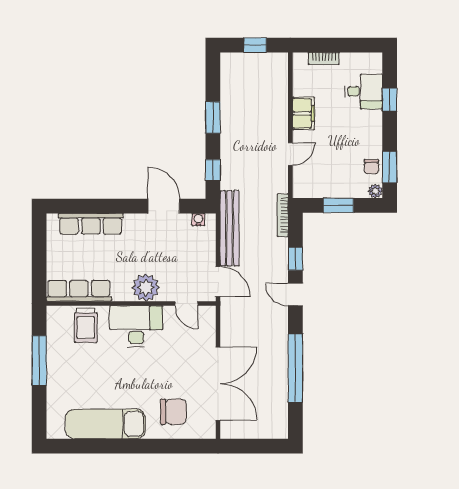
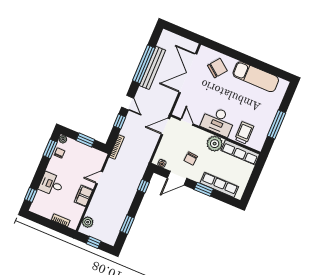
plant: (279, 74) -> (88, 222), added
desk: (364, 91) -> (51, 184), moved
window: (390, 99) -> (31, 195), moved
window: (213, 117) -> (127, 225), moved
window: (113, 206) -> (204, 189), added
door: (164, 206) -> (177, 178), hinge flipped
bench: (230, 228) -> (152, 68), moved
chair: (155, 247) -> (191, 159), added
door: (218, 282) -> (165, 126), hinge flipped
plant: (146, 288) -> (215, 144), moved
chair: (173, 412) -> (217, 68), turned 128

